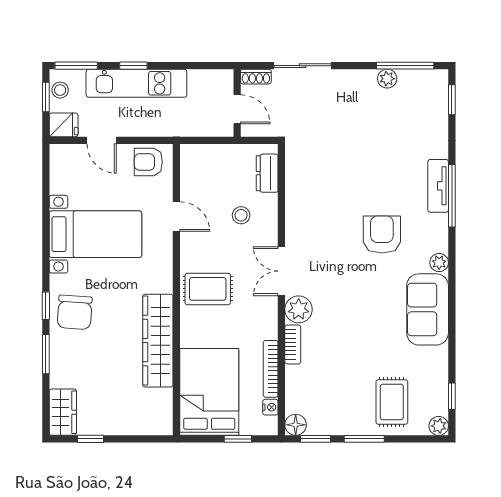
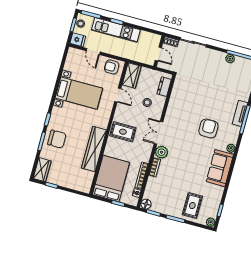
wardrobe: (194, 169) -> (132, 76), added
chair: (75, 312) -> (57, 139), moved, turned -94

